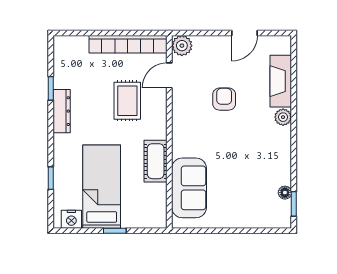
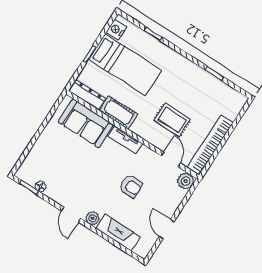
dresser: (62, 111) -> (87, 95), moved, turned 180
tv unit: (180, 136) -> (125, 140), added
door: (294, 142) -> (71, 215), added

